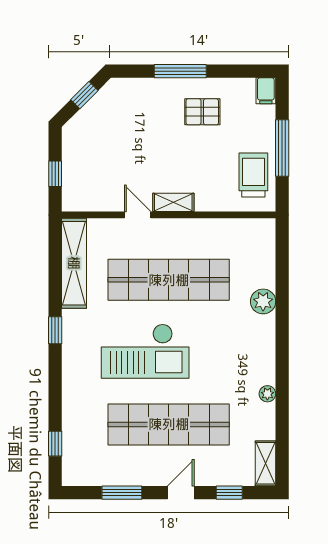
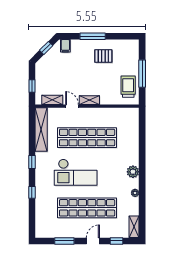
filing cabinet: (266, 91) -> (65, 46), moved
shelving: (97, 202) -> (52, 100), added
plant: (263, 301) -> (133, 172), moved
window: (55, 444) -> (32, 192), moved

